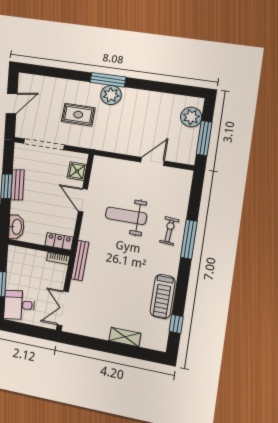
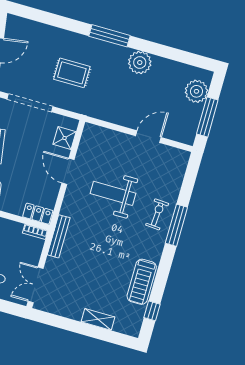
plant: (111, 95) -> (140, 63), moved

